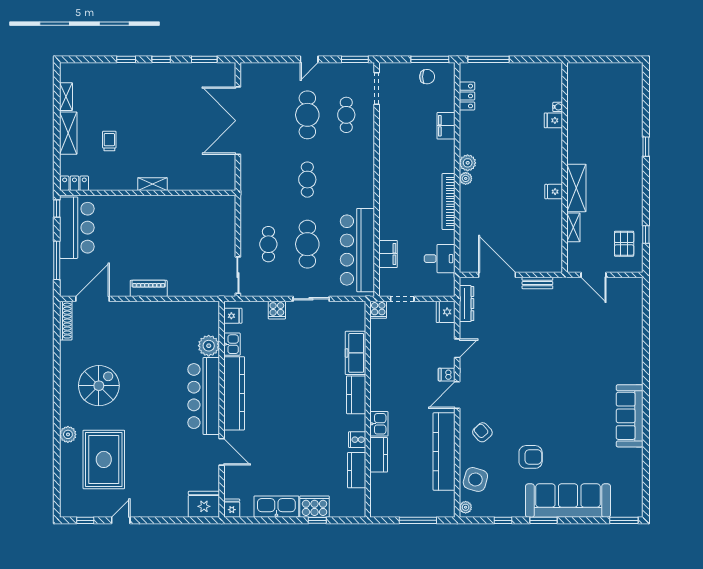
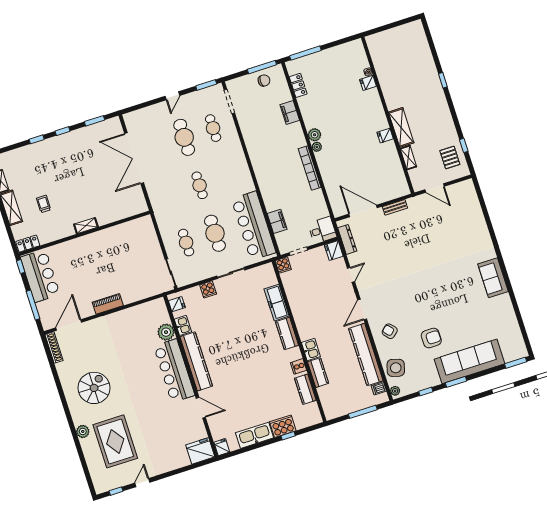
desk: (440, 259) -> (322, 230), moved
dishwasher: (447, 375) -> (379, 388), moved
sofa: (630, 416) -> (493, 278), width x0.73

